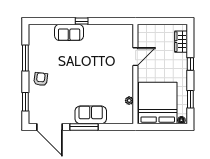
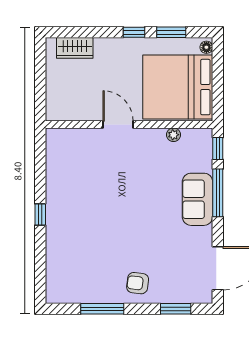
sofa: (69, 32) -> (59, 236), removed
door: (135, 57) -> (118, 124), moved
window: (190, 64) -> (134, 32), moved
window: (84, 127) -> (218, 193), moved
window: (121, 127) -> (218, 148), added

